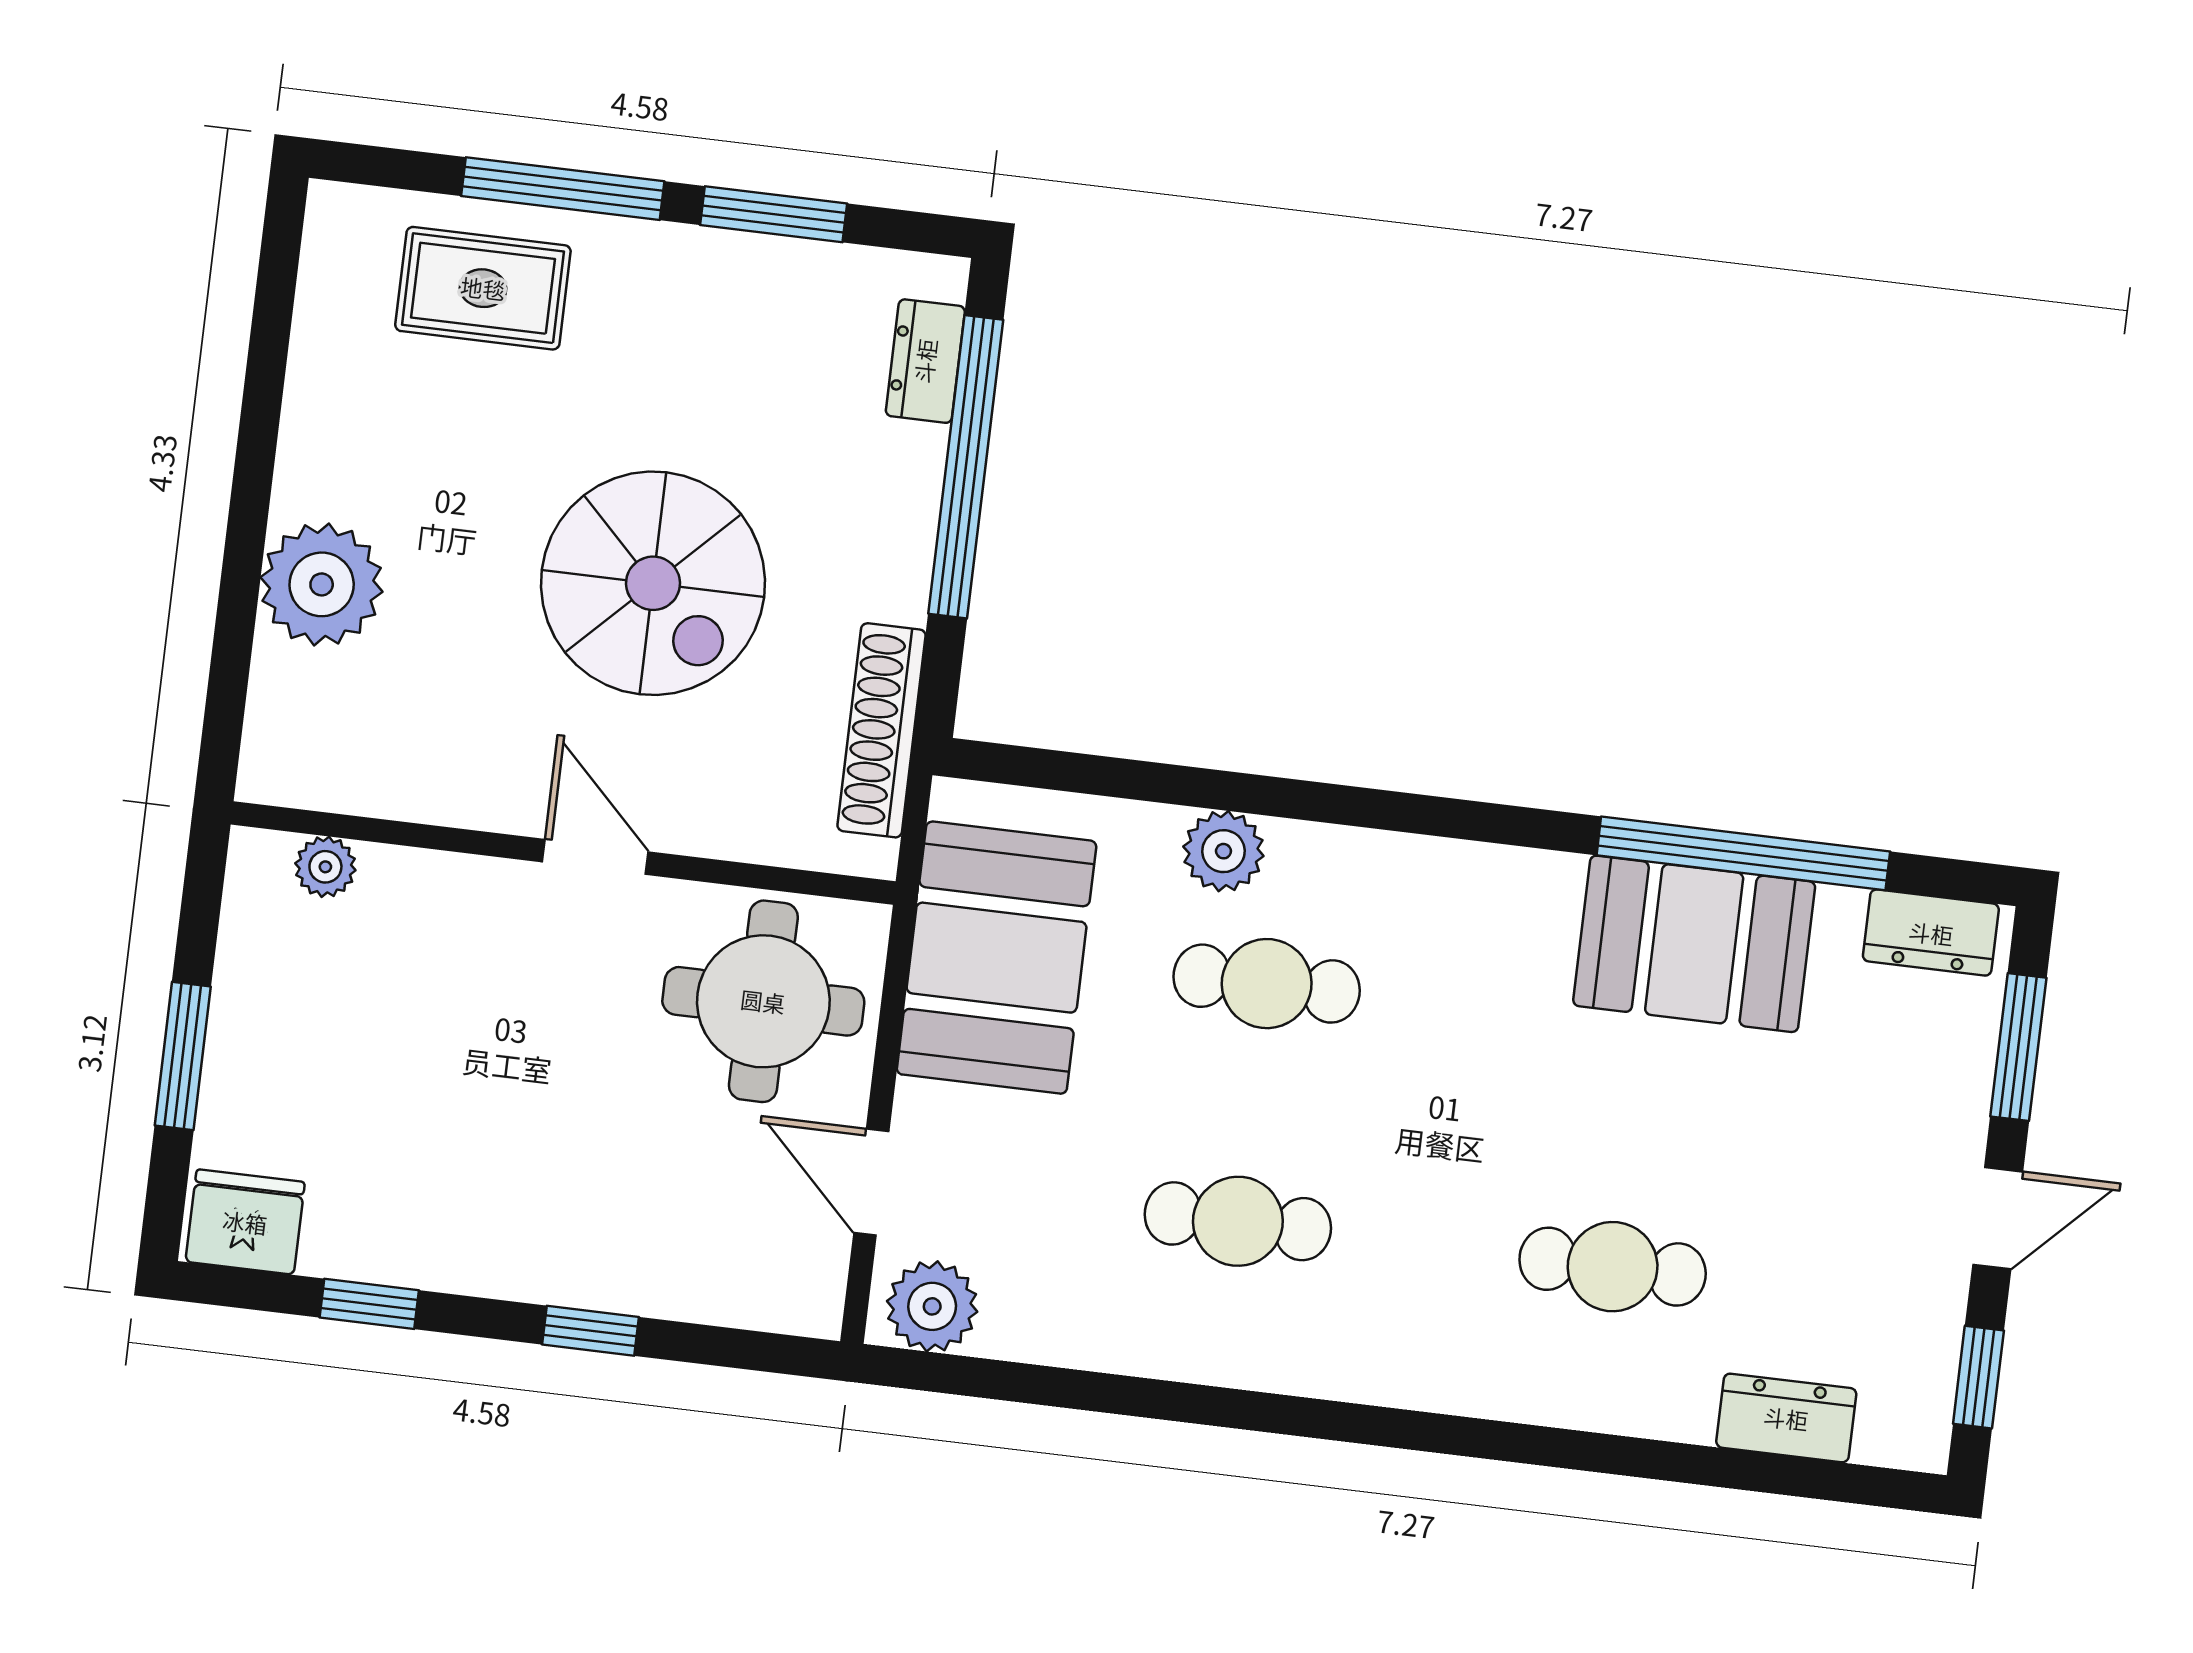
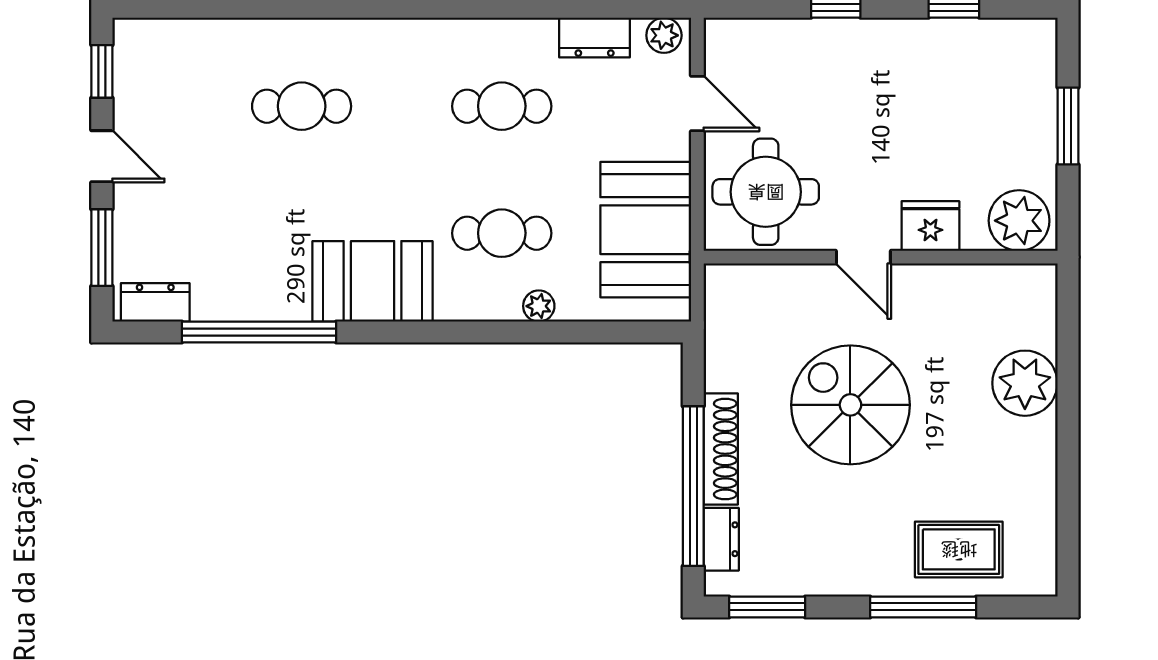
window: (774, 214) -> (767, 607), moved
shoe rack: (881, 730) -> (721, 449), moved
plant: (1223, 851) -> (539, 306), width x0.73, depth x0.73
plant: (325, 867) -> (1019, 221), width x1.87, depth x1.87
booth: (1694, 944) -> (373, 281), moved
door: (1998, 1218) -> (102, 156), swing flipped
fridge: (245, 1222) -> (930, 226), moved, turned 180
plant: (932, 1306) -> (664, 35), width x0.73, depth x0.73
dresser: (1786, 1418) -> (595, 38), moved

